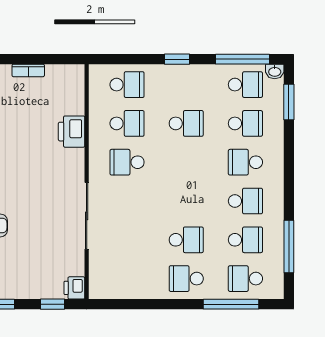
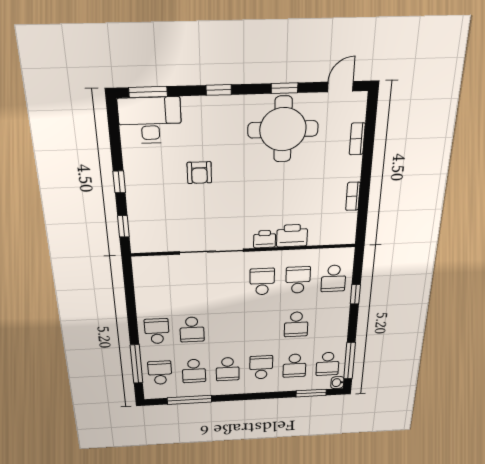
window: (177, 59) -> (355, 294), moved
school desk: (127, 123) -> (298, 280), turned 180
printer: (74, 288) -> (265, 239), moved

